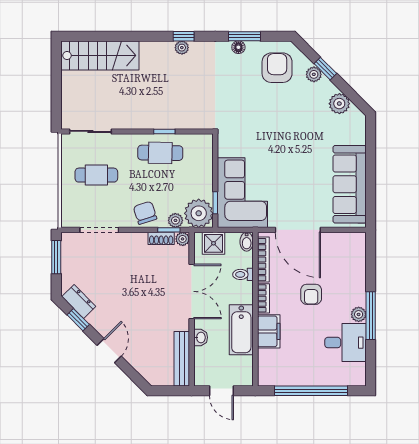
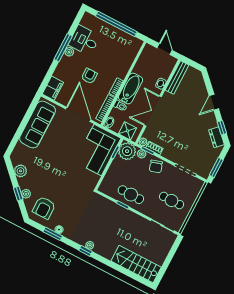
bathtub: (241, 330) -> (131, 89), moved
filing cabinet: (269, 331) -> (53, 88), moved, turned 180

